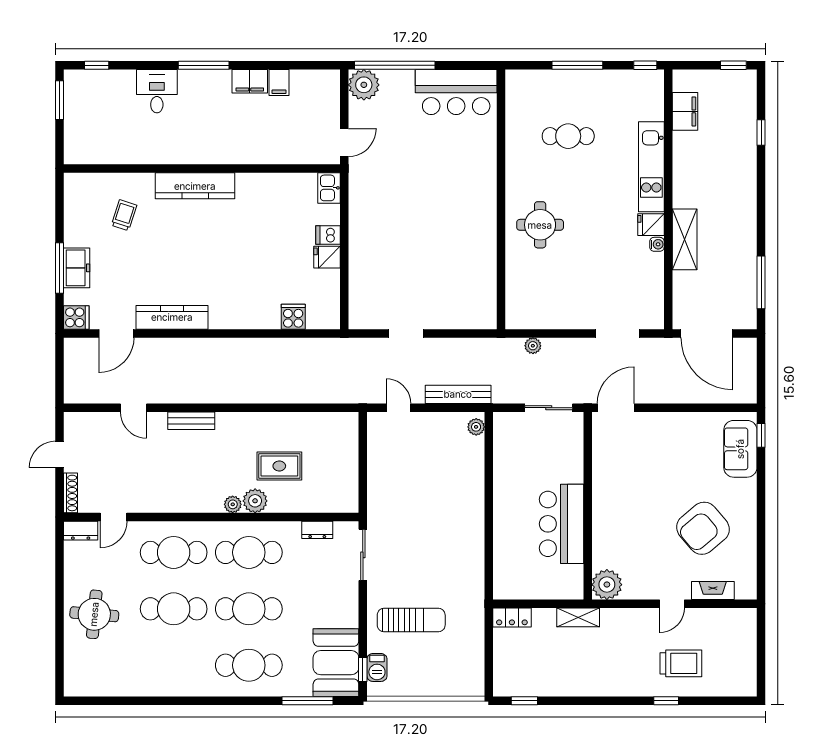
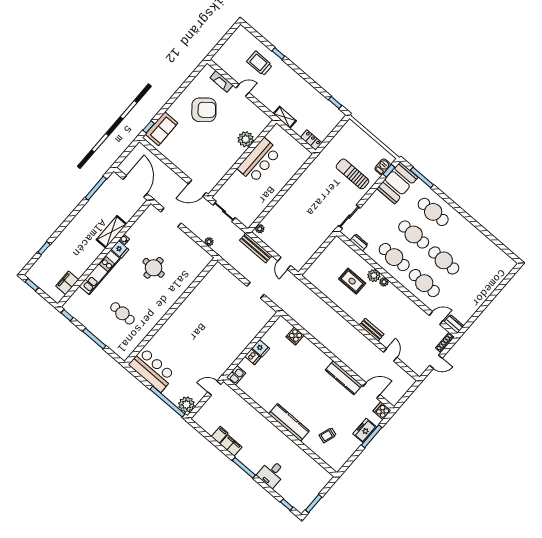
round table: (540, 225) -> (154, 268), moved
plant: (607, 585) -> (246, 139), moved
round table: (94, 614) -> (477, 286), removed

